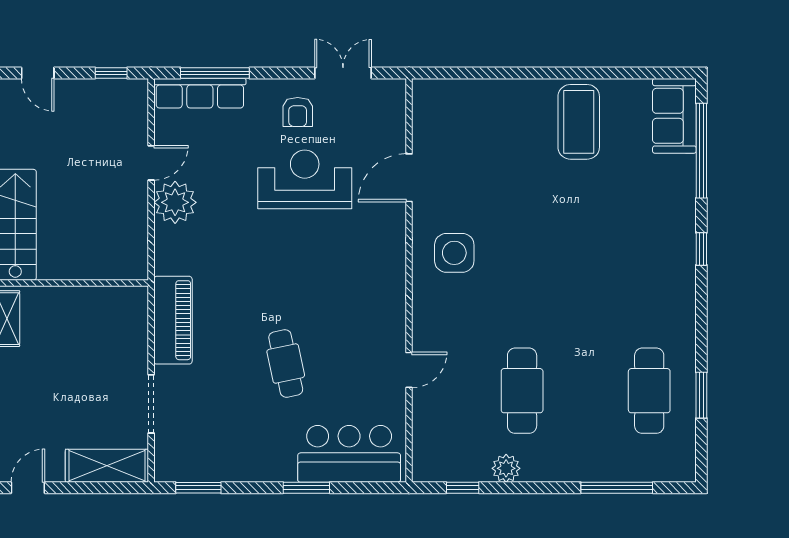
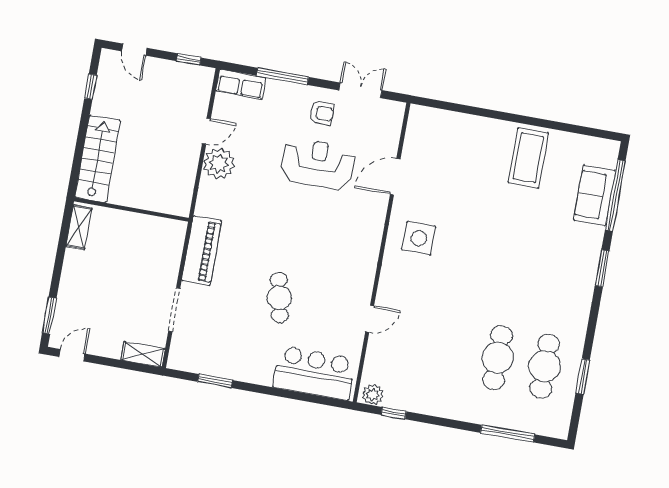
window: (215, 73) -> (283, 76), moved
row of seats: (200, 93) -> (241, 84), width x0.68
armchair: (298, 112) -> (322, 113), turned -90
sofa: (674, 116) -> (595, 195), moved
window: (701, 249) -> (602, 268), width x1.50
cafe table: (522, 391) -> (498, 358), moved
shelving: (107, 466) -> (143, 354), width x0.67, depth x0.75
plant: (506, 468) -> (373, 395), moved
window: (198, 488) -> (215, 381), moved
window: (306, 488) -> (278, 392), removed

